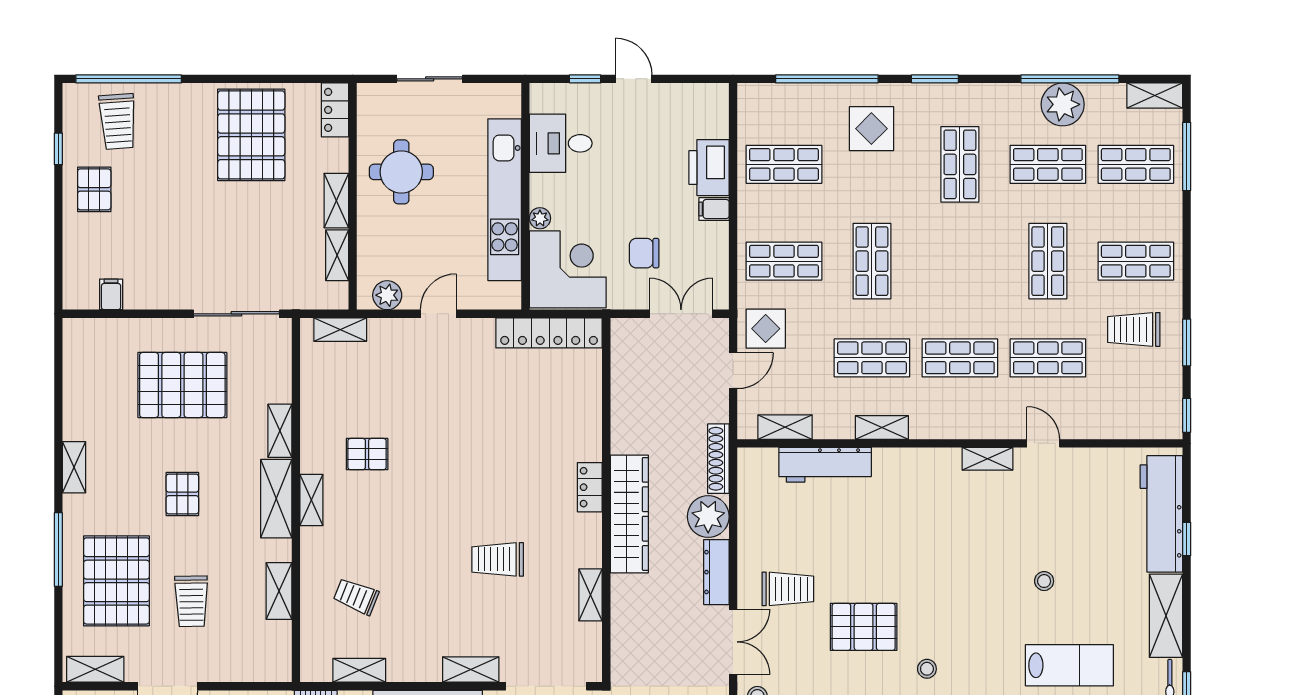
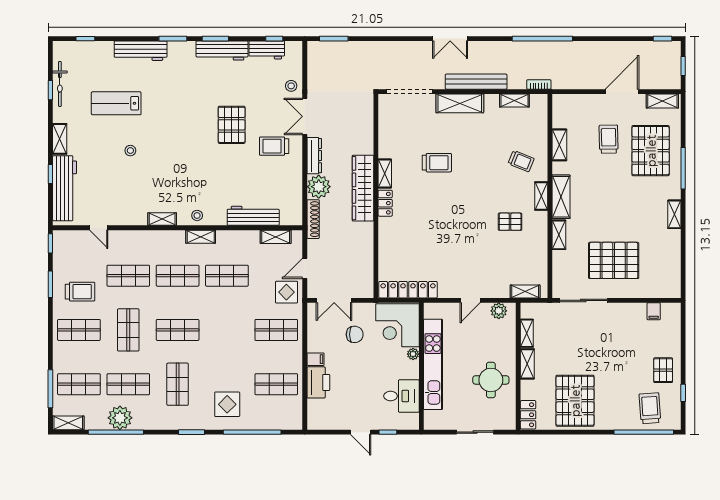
shop shelf: (872, 261) -> (178, 330), moved, turned 90
shelving: (882, 427) -> (201, 237), moved
door: (1043, 443) -> (99, 228), moved
pallet: (182, 494) -> (614, 199), removed
shelving: (591, 595) -> (385, 174), moved
trolley: (356, 596) -> (521, 161), moved
shelving: (1166, 616) -> (60, 139), width x0.67, depth x0.75
pallet: (864, 627) -> (232, 125), turned 90
stool: (927, 669) -> (197, 215), moved
shelving: (471, 670) -> (460, 103), width x1.50, depth x1.33

